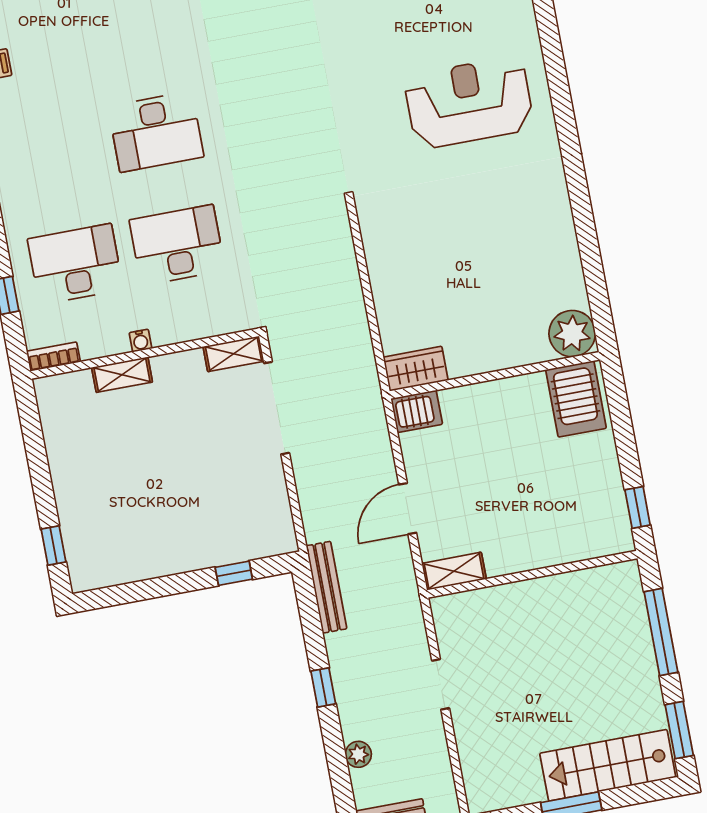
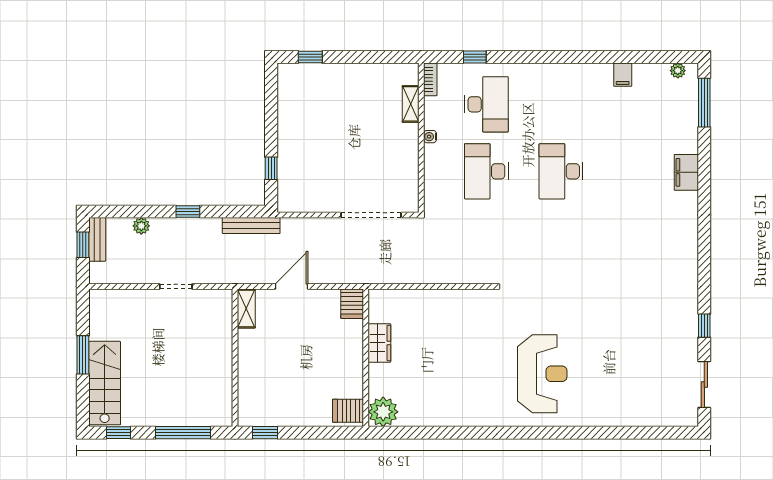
desk: (177, 245) -> (486, 171), turned 180
shelving: (234, 354) -> (411, 194), removed
wardrobe: (416, 369) -> (379, 343), moved
shelving: (122, 375) -> (411, 104), moved
server rack: (576, 399) -> (348, 411), width x0.73, depth x0.70
door: (408, 509) -> (292, 286), hinge flipped
window: (679, 730) -> (119, 433), width x0.67

